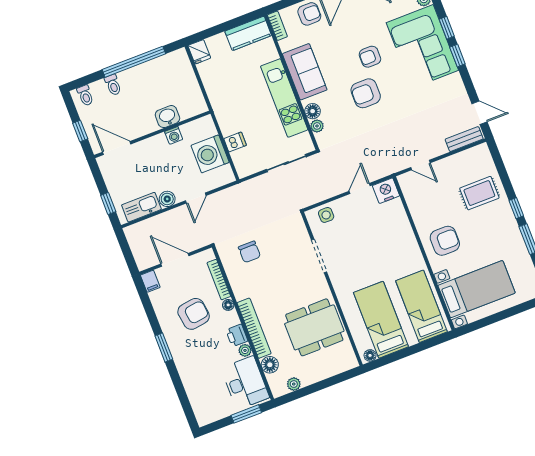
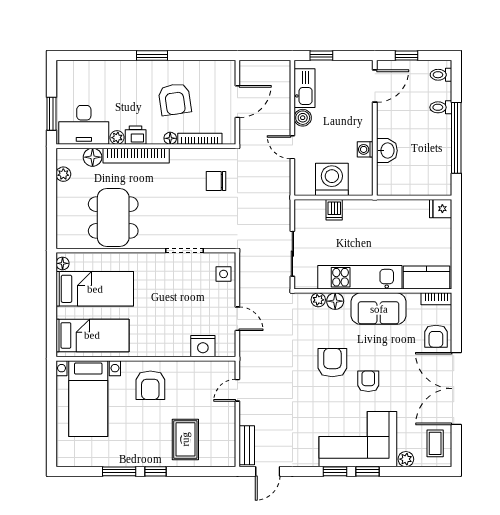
kitchen counter: (248, 33) -> (426, 278), moved, turned 90
nightstand: (386, 191) -> (203, 346), moved, turned 90
filing cabinet: (150, 281) -> (225, 68), removed

